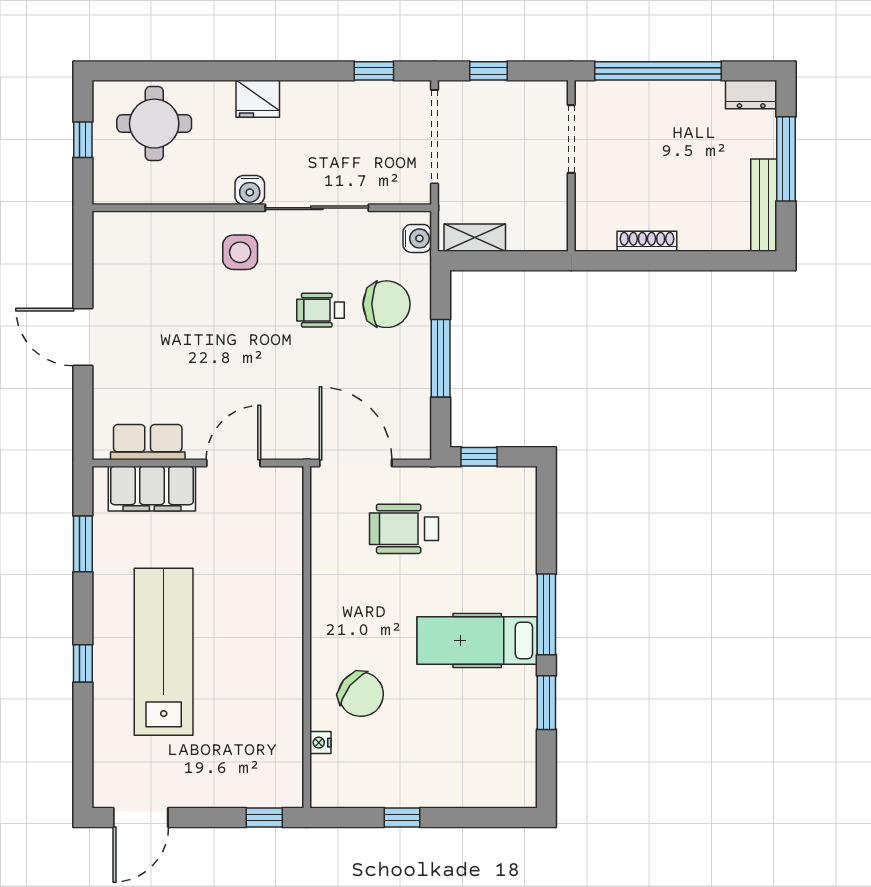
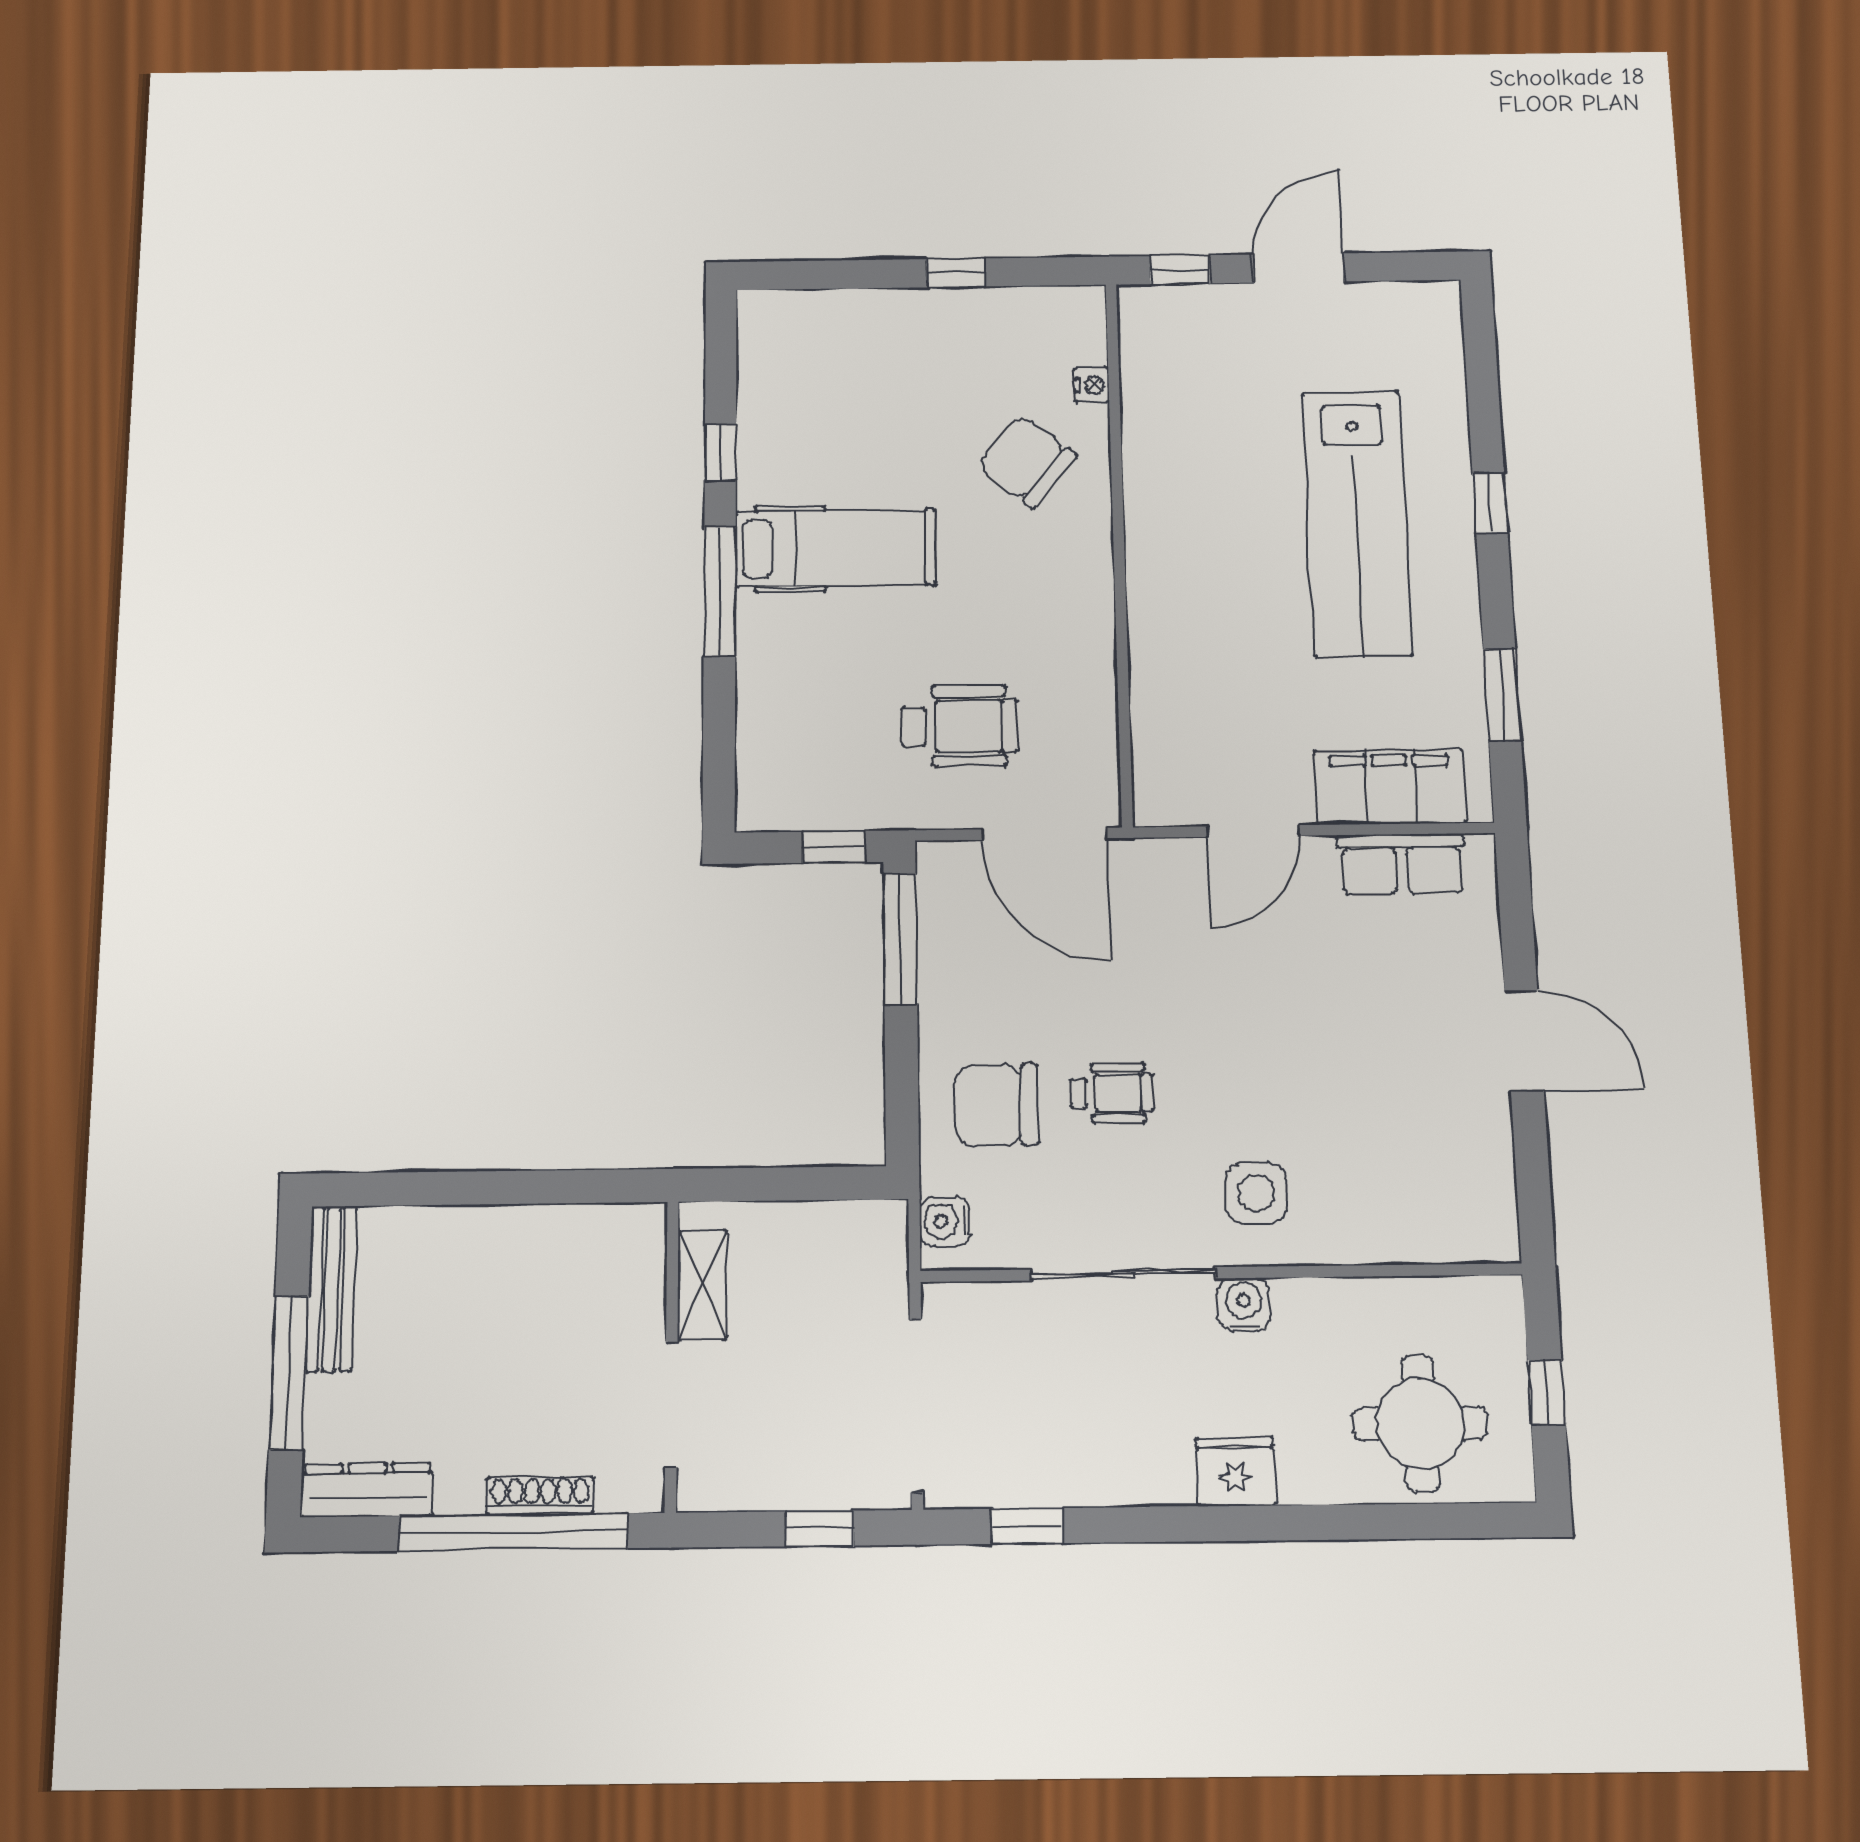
dresser: (751, 95) -> (367, 1490), width x1.44
shelving: (475, 238) -> (702, 1285), moved, turned 90
shoe rack: (647, 241) -> (540, 1496), moved, turned 180
window: (441, 358) -> (900, 939), moved
window: (546, 703) -> (720, 452), width x0.67
door: (141, 818) -> (1298, 268), moved

